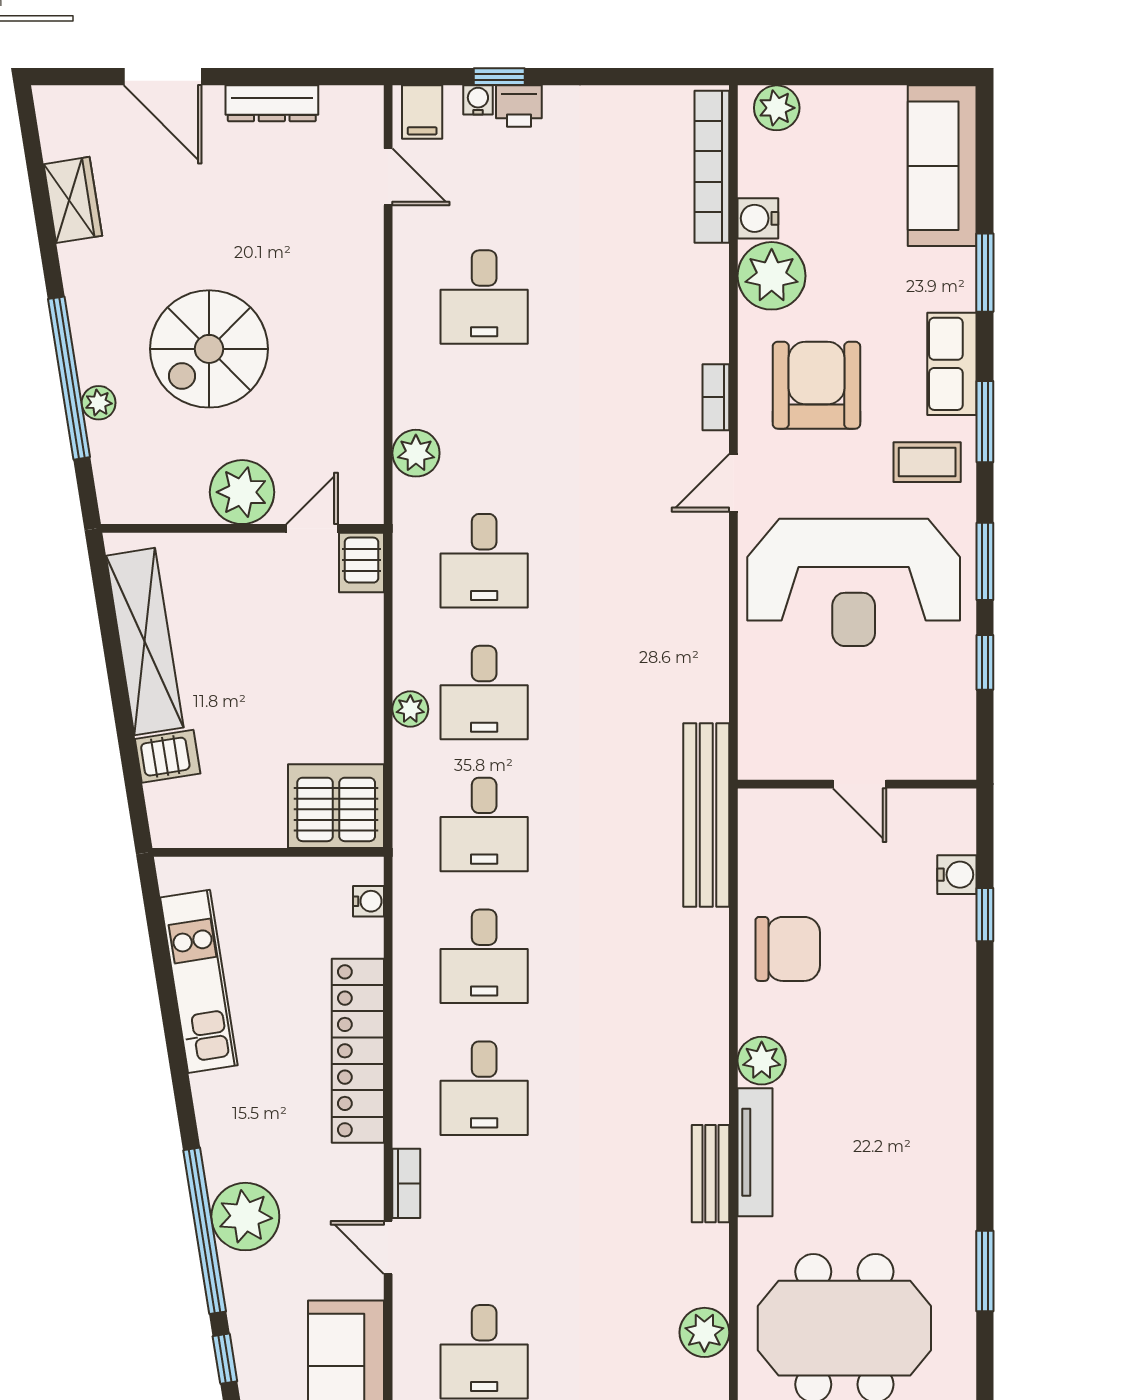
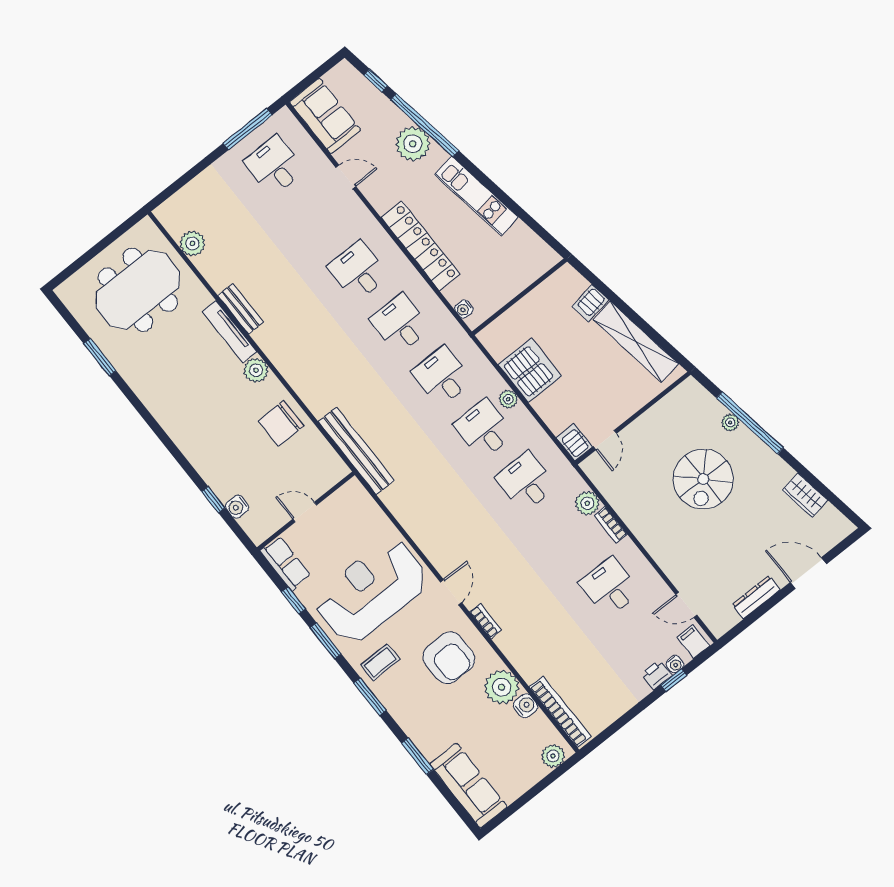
spiral stairs: (209, 349) -> (703, 479), turned 180
row of seats: (952, 364) -> (286, 563), moved
plant: (242, 492) -> (644, 432), removed
server rack: (336, 806) -> (530, 370), moved, turned -90
kitchen unit: (199, 981) -> (476, 196), moved
bookcase: (406, 1183) -> (611, 525), moved

